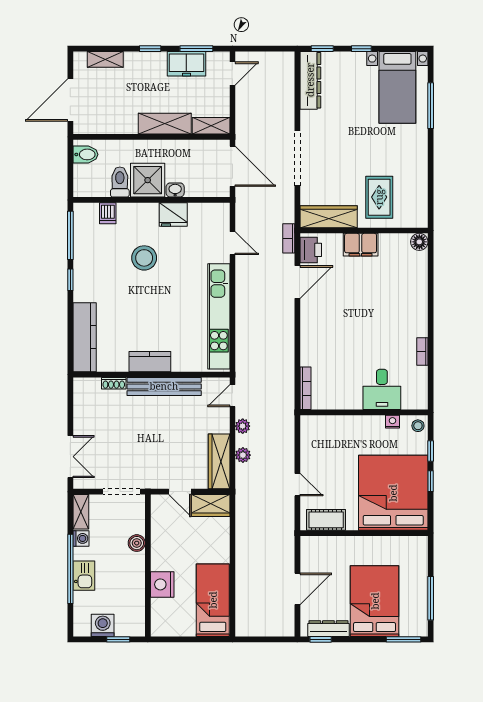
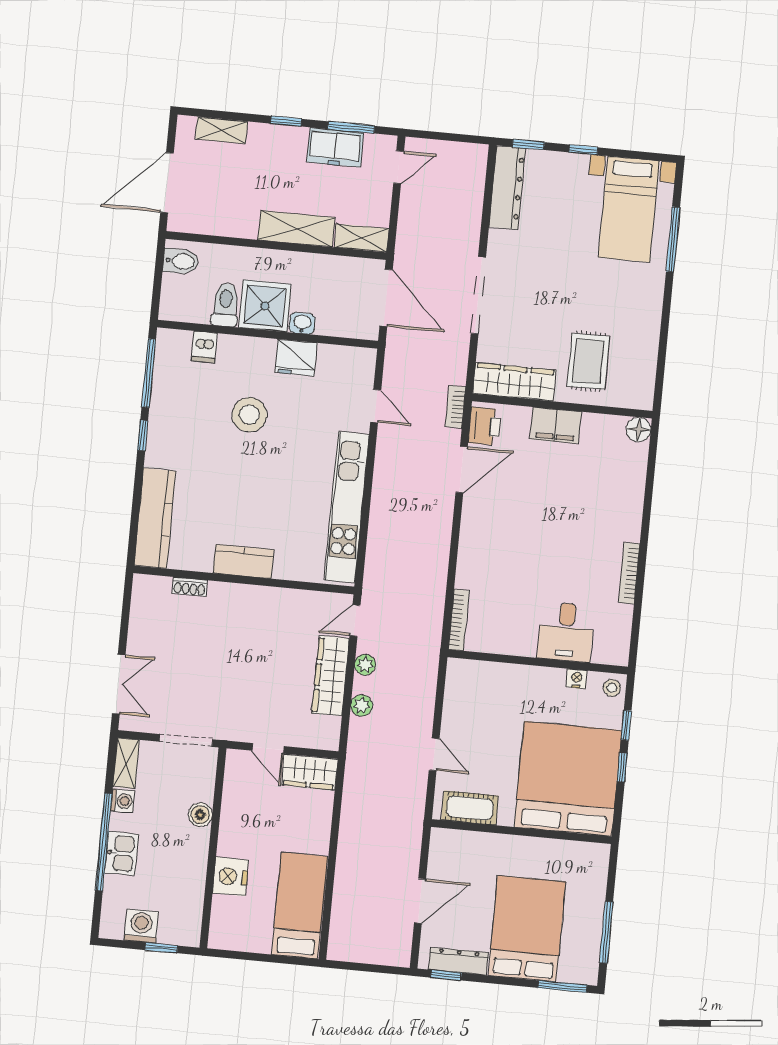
bookcase: (422, 351) -> (629, 573), width x1.56
bench: (164, 386) -> (260, 598), removed
wardrobe: (219, 461) -> (331, 676), moved

